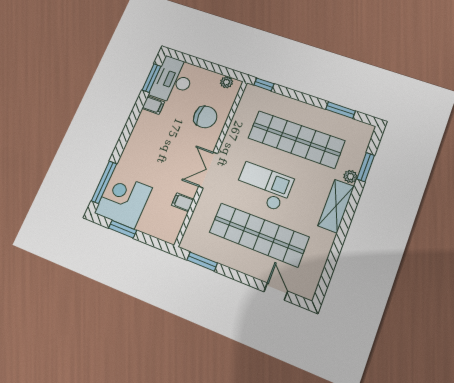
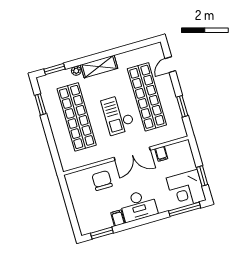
desk: (173, 80) -> (138, 206), moved
plant: (226, 82) -> (71, 185), removed
window: (264, 84) -> (57, 161), removed
window: (366, 167) -> (54, 69), moved
double door: (208, 170) -> (132, 154), width x1.37
window: (202, 262) -> (182, 106), moved

